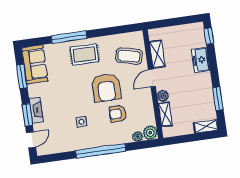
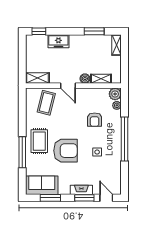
shelving: (157, 54) -> (38, 78), moved
armchair: (106, 88) -> (65, 151), moved

